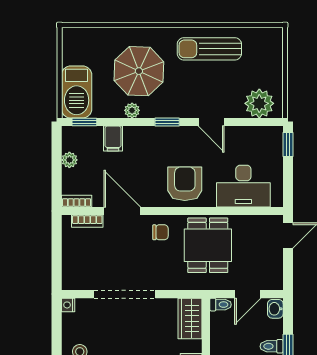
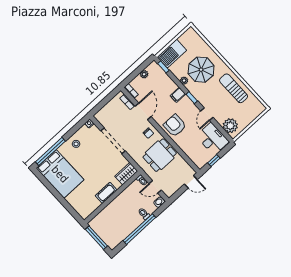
filing cabinet: (113, 139) -> (178, 95), moved
window: (288, 144) -> (214, 161), moved
armchair: (185, 184) -> (175, 125), turned -90
desk: (243, 186) -> (212, 139), moved, turned 180

